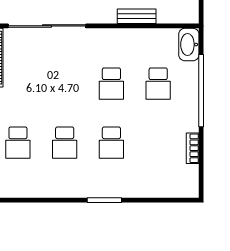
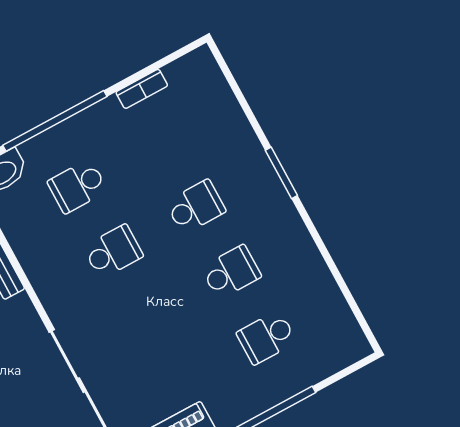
school desk: (158, 84) -> (78, 186), turned 180
school desk: (18, 143) -> (267, 337), turned 180

